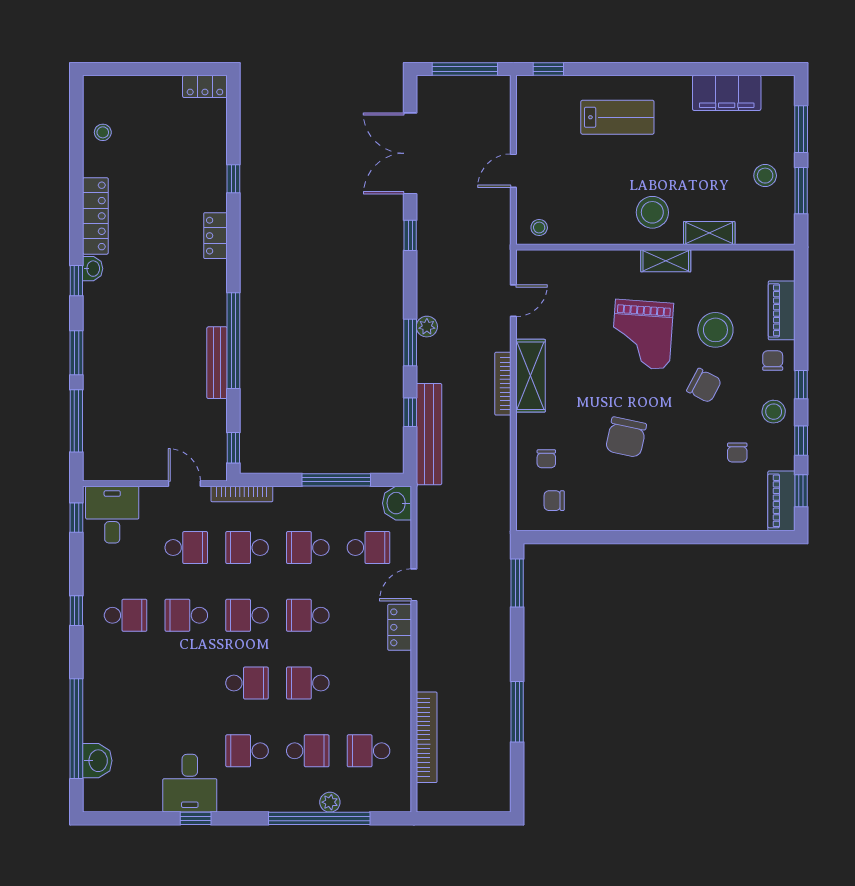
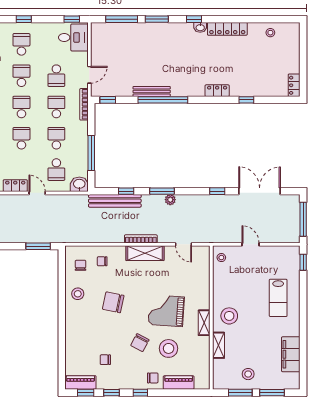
stool: (774, 412) -> (78, 294), moved
school desk: (126, 615) -> (21, 44), turned 180

